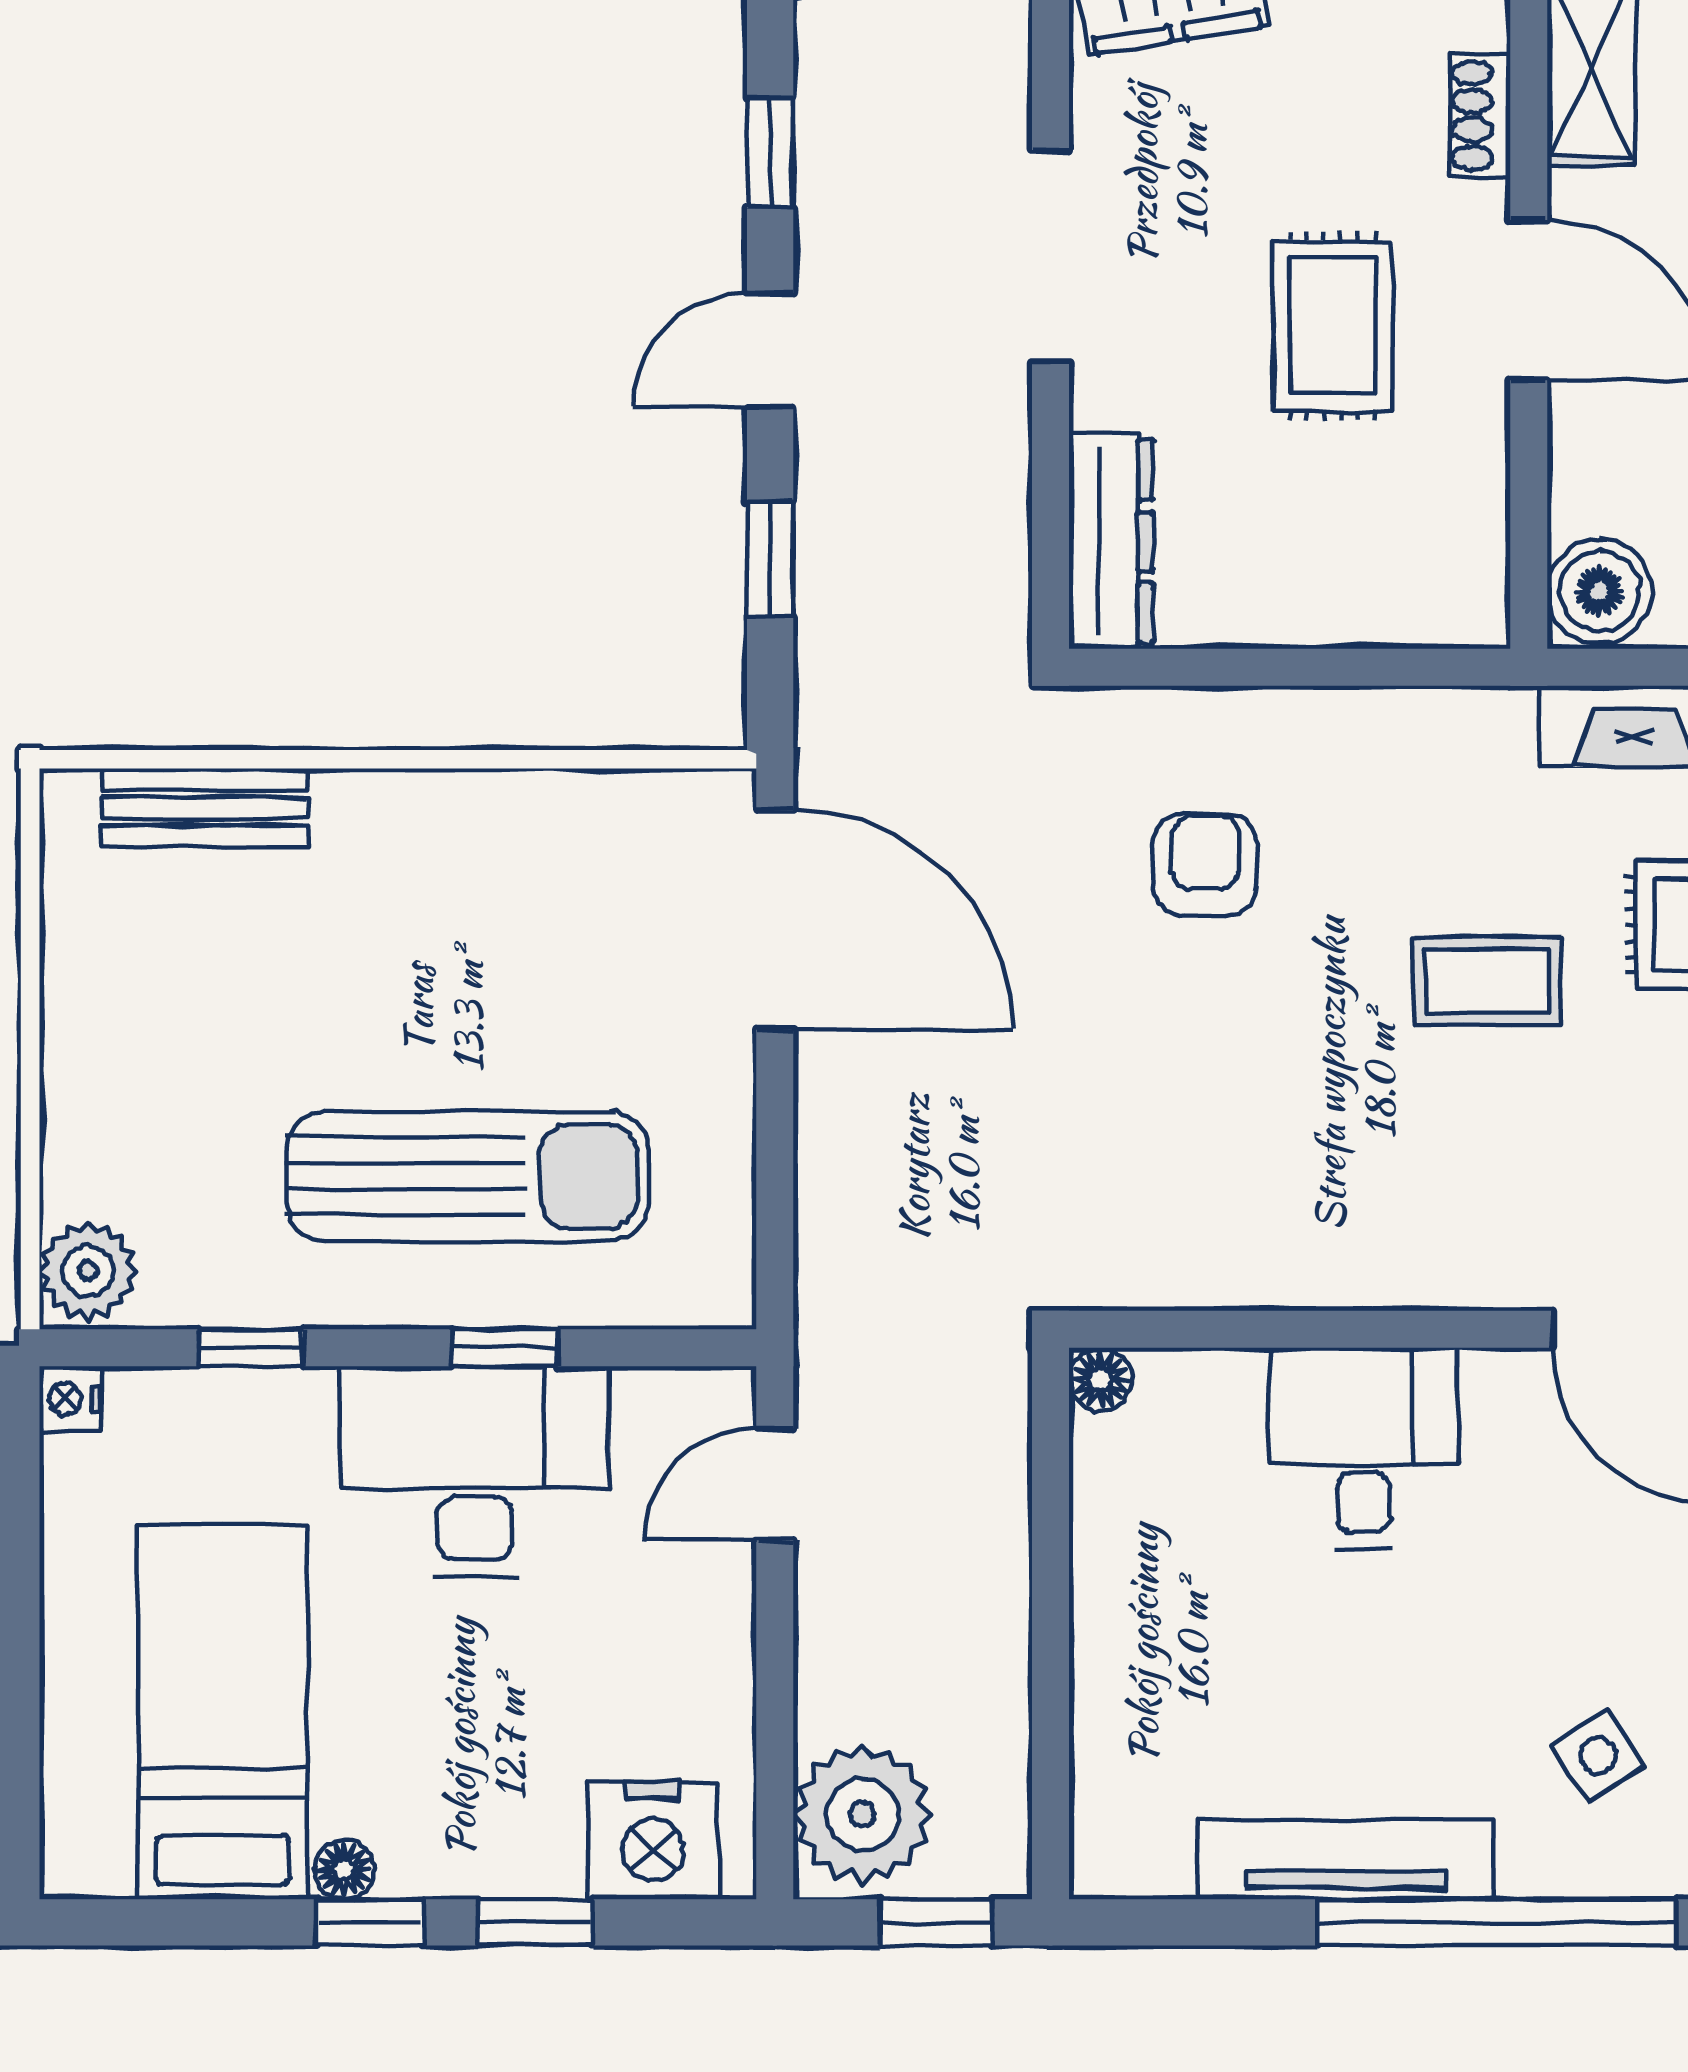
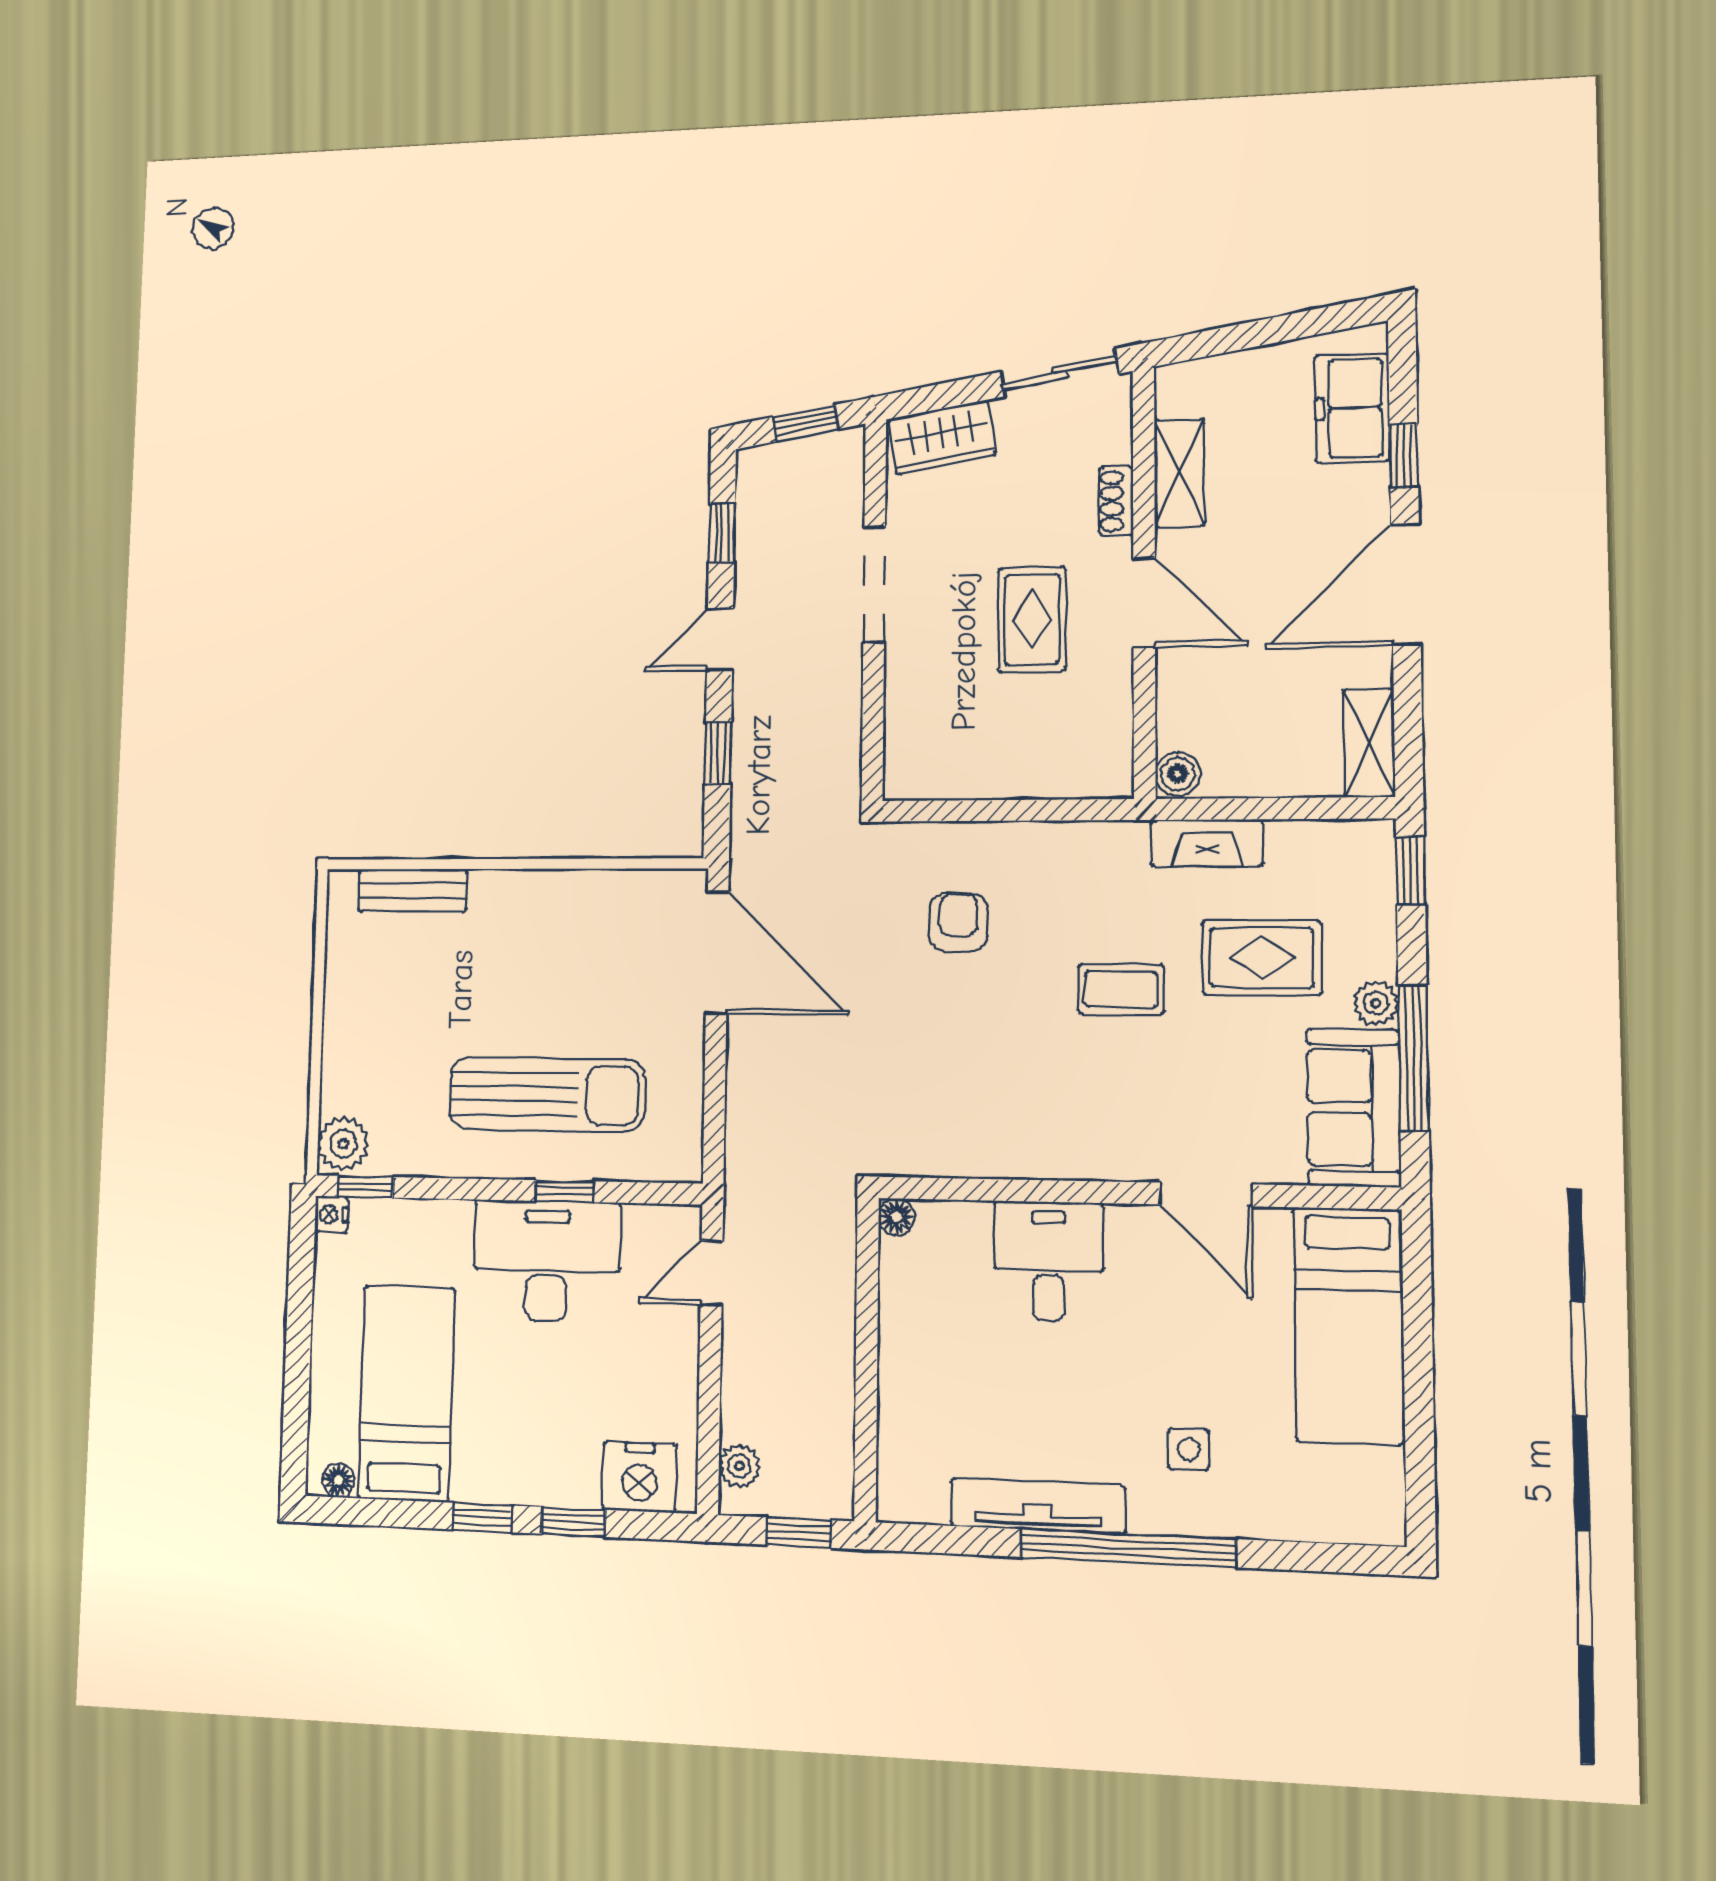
dresser: (1111, 541) -> (906, 741), removed
boiler: (1599, 591) -> (1178, 774), width x0.73, depth x0.73
window: (251, 1348) -> (366, 1187), moved
side table: (1598, 1756) -> (1189, 1449), turned 33
plant: (862, 1814) -> (739, 1466), width x0.53, depth x0.53
floor lamp: (344, 1869) -> (338, 1480), moved

